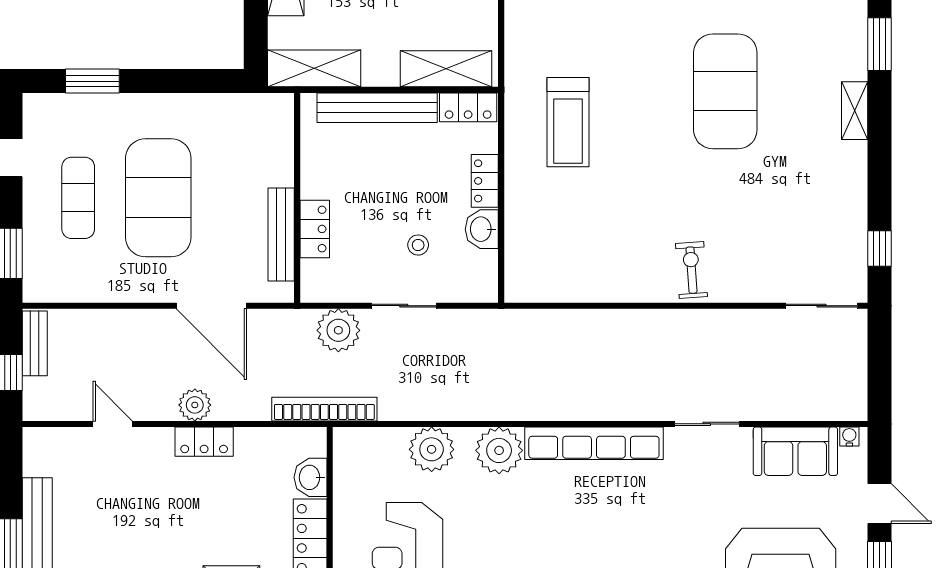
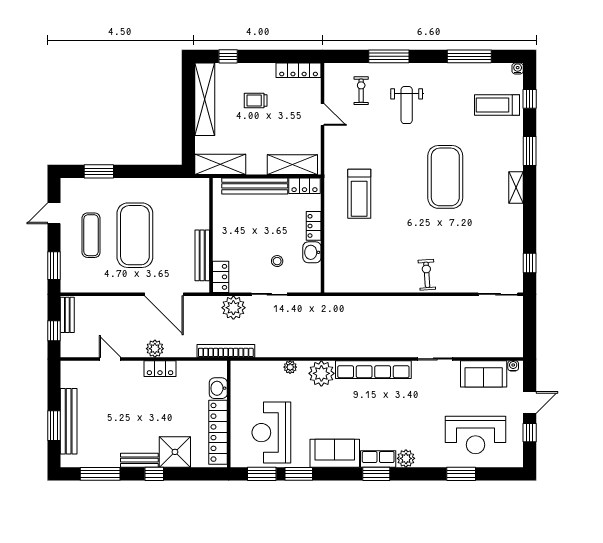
locker: (315, 229) -> (221, 277), moved
plant: (432, 449) -> (290, 367), width x0.53, depth x0.53
door: (880, 504) -> (530, 403), hinge flipped

